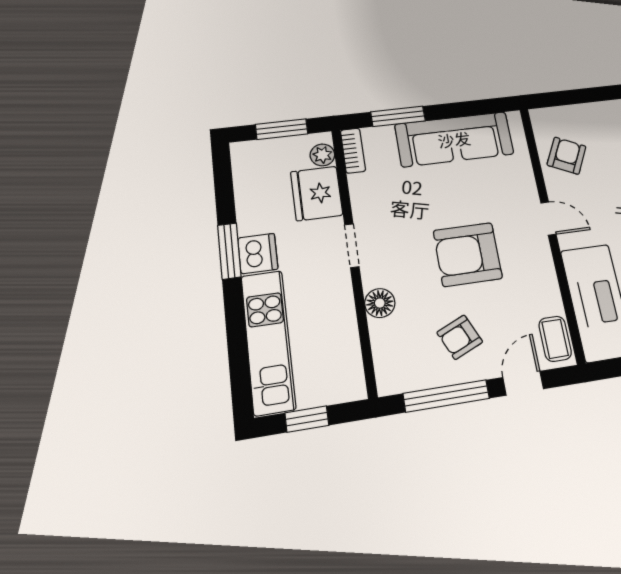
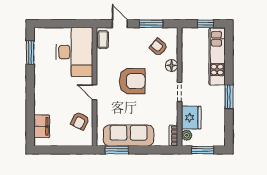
window: (398, 116) -> (117, 150), moved
dishwasher: (258, 254) -> (218, 94), removed
armchair: (460, 337) -> (158, 47), moved, turned -116
door: (523, 383) -> (120, 24), swing flipped
window: (446, 396) -> (151, 24), width x0.69

